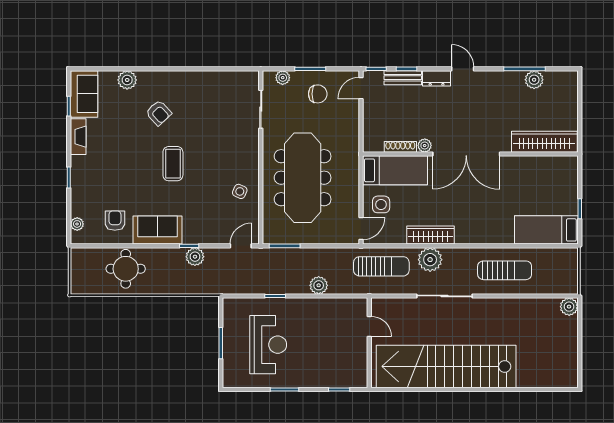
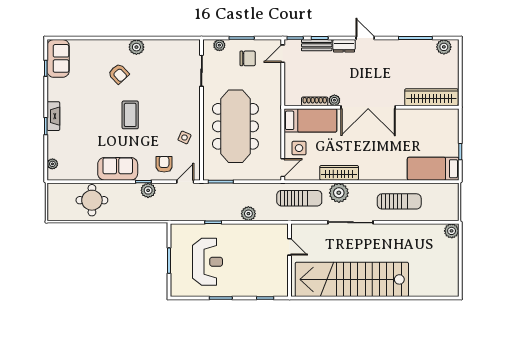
plant: (127, 80) -> (136, 47), moved
plant: (534, 80) -> (444, 47), moved
fireplace: (78, 137) -> (53, 116), moved
armchair: (115, 221) -> (164, 164), moved

